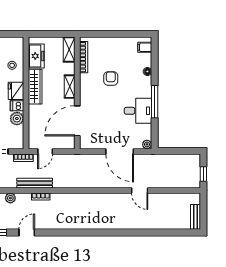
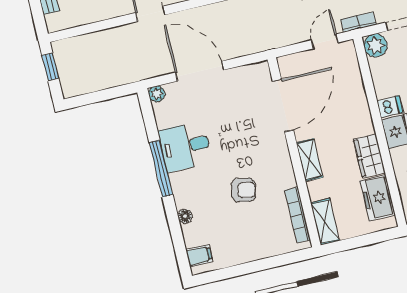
armchair: (111, 79) -> (244, 190), turned -78
wardrobe: (35, 87) -> (369, 156), width x0.67
plant: (17, 119) -> (375, 45), moved

